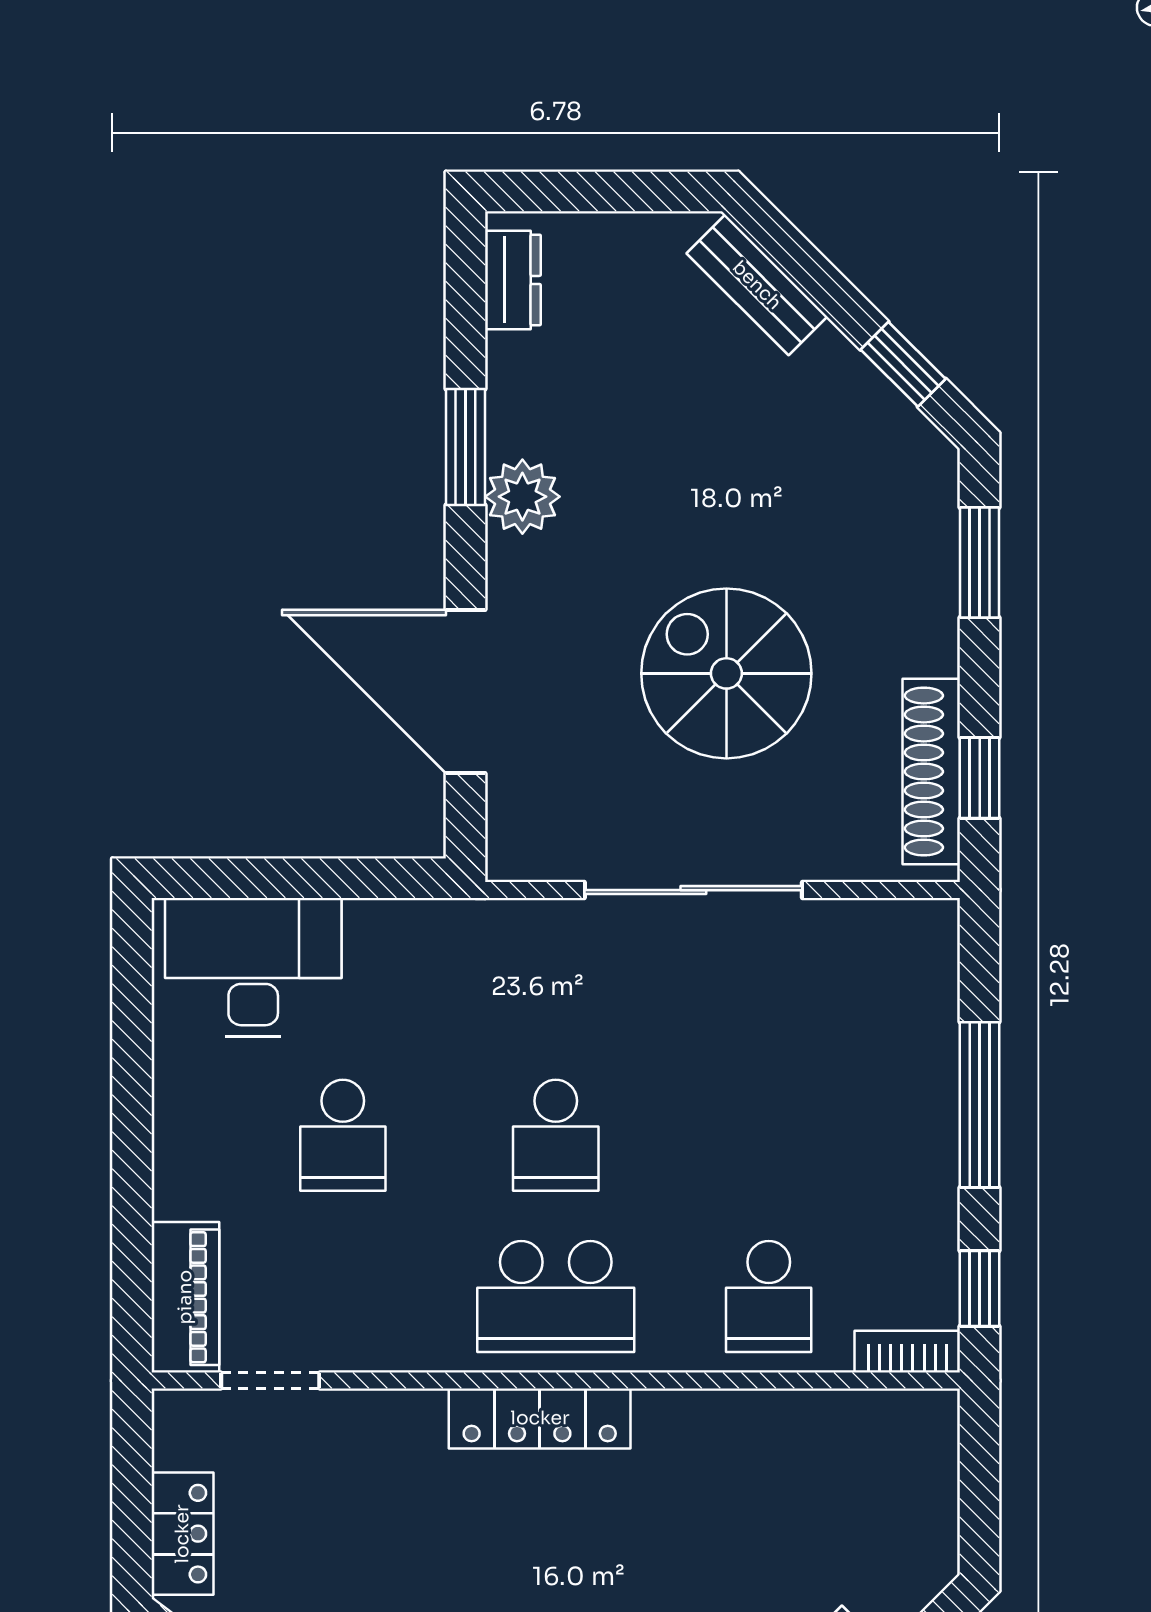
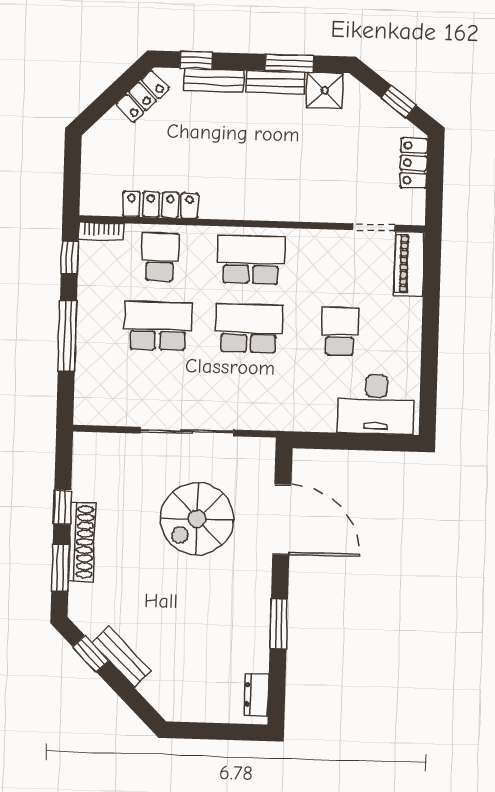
bench: (757, 285) -> (121, 657), moved
plant: (522, 497) -> (255, 602), removed
spiral stairs: (726, 673) -> (197, 519), moved, turned 90
shoe rack: (931, 772) -> (82, 542), moved
window: (980, 778) -> (62, 507), moved
school desk: (556, 1135) -> (249, 328), width x1.85
school desk: (769, 1135) -> (158, 326), added
locker: (540, 1418) -> (160, 205), moved

